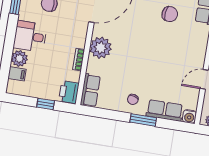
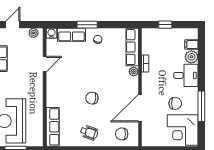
chair: (170, 14) -> (92, 98), moved
plant: (101, 48) -> (134, 72), width x0.53, depth x0.53
row of seats: (90, 90) -> (132, 47), width x1.48
printer: (69, 92) -> (149, 37), removed

